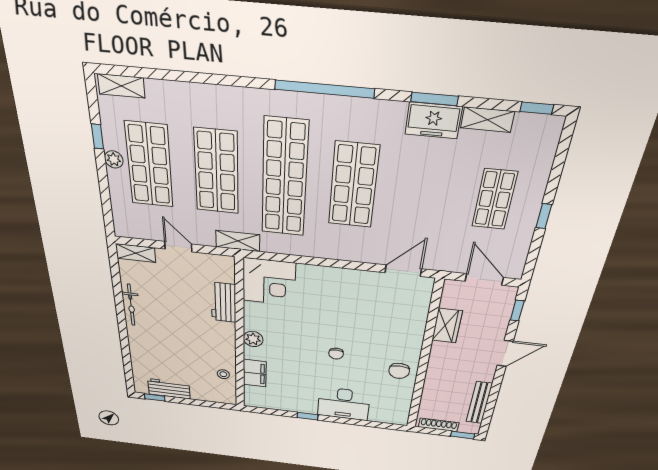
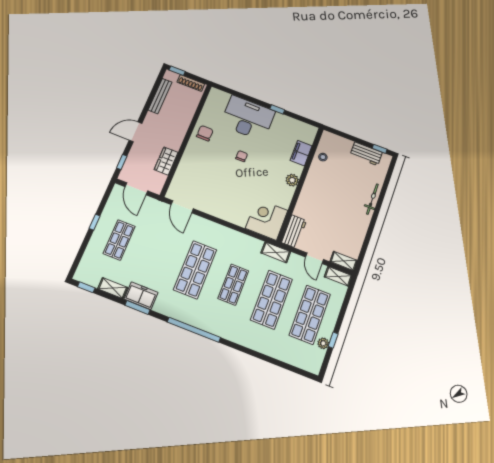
shelving: (121, 86) -> (338, 276), moved
plant: (114, 159) -> (323, 343), moved
shop shelf: (285, 178) -> (233, 285), width x0.50, depth x0.74
door: (403, 271) -> (182, 207), hinge flipped
workbench: (224, 302) -> (294, 231), moved
bicycle: (131, 305) -> (372, 199), moved
desk: (344, 404) -> (248, 118), width x1.36, depth x1.30

